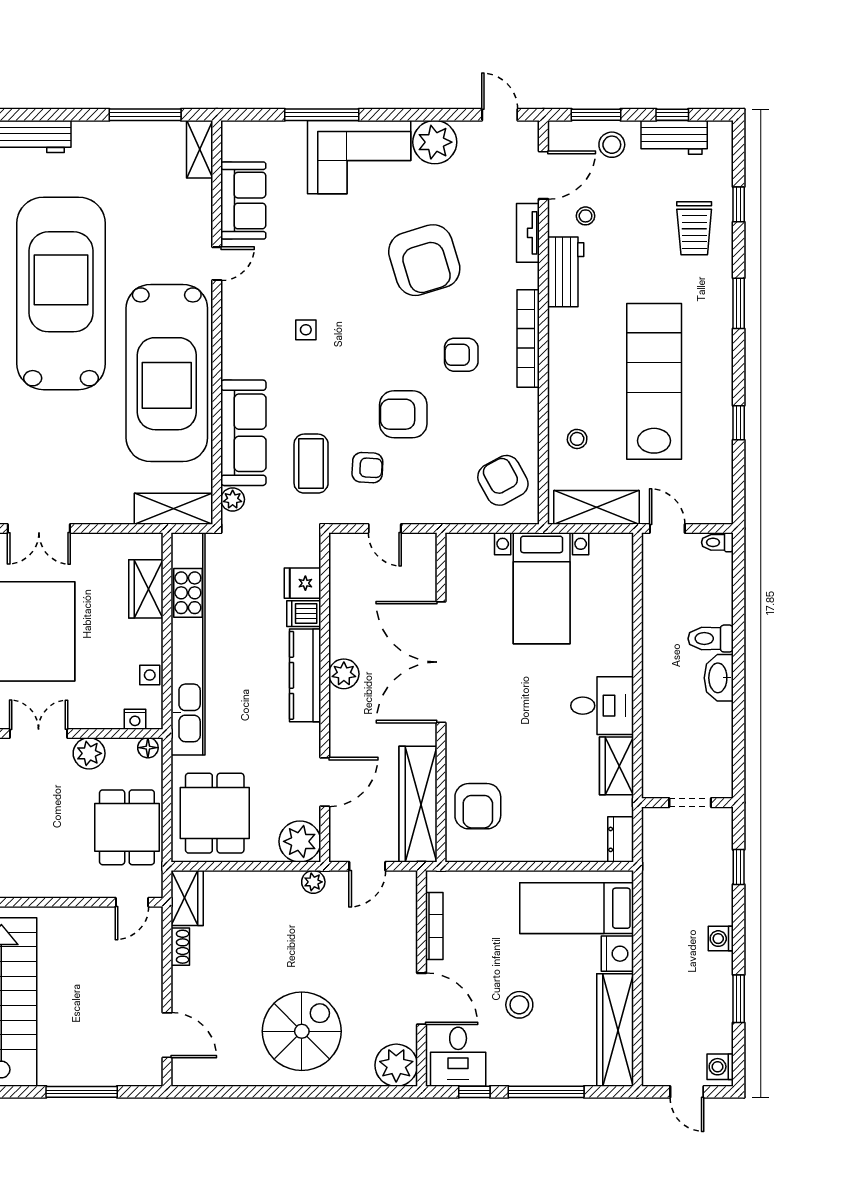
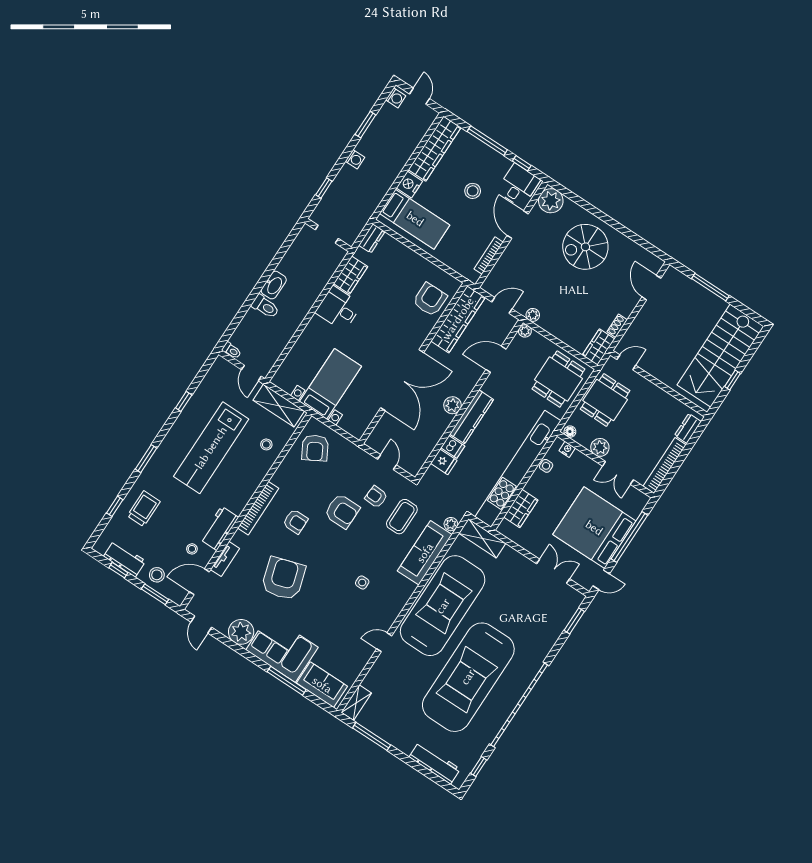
sofa: (243, 201) -> (322, 685), moved, turned 90
plant: (300, 841) -> (525, 331), width x0.53, depth x0.53

